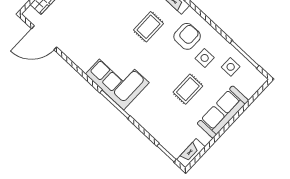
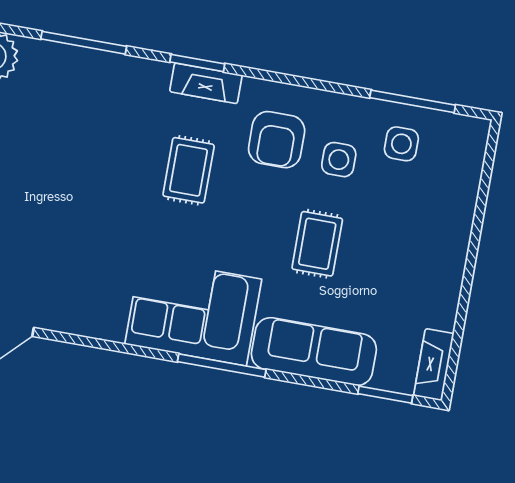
armchair: (187, 36) -> (277, 140), turned 180
rug: (188, 89) -> (317, 244), moved
sofa: (223, 112) -> (314, 352), moved, turned 90

